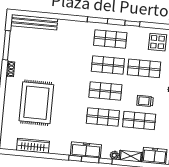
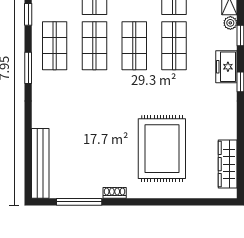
rug: (36, 103) -> (162, 149), turned 90
wardrobe: (33, 146) -> (228, 164), moved
freezer: (86, 150) -> (226, 67), width x0.71

